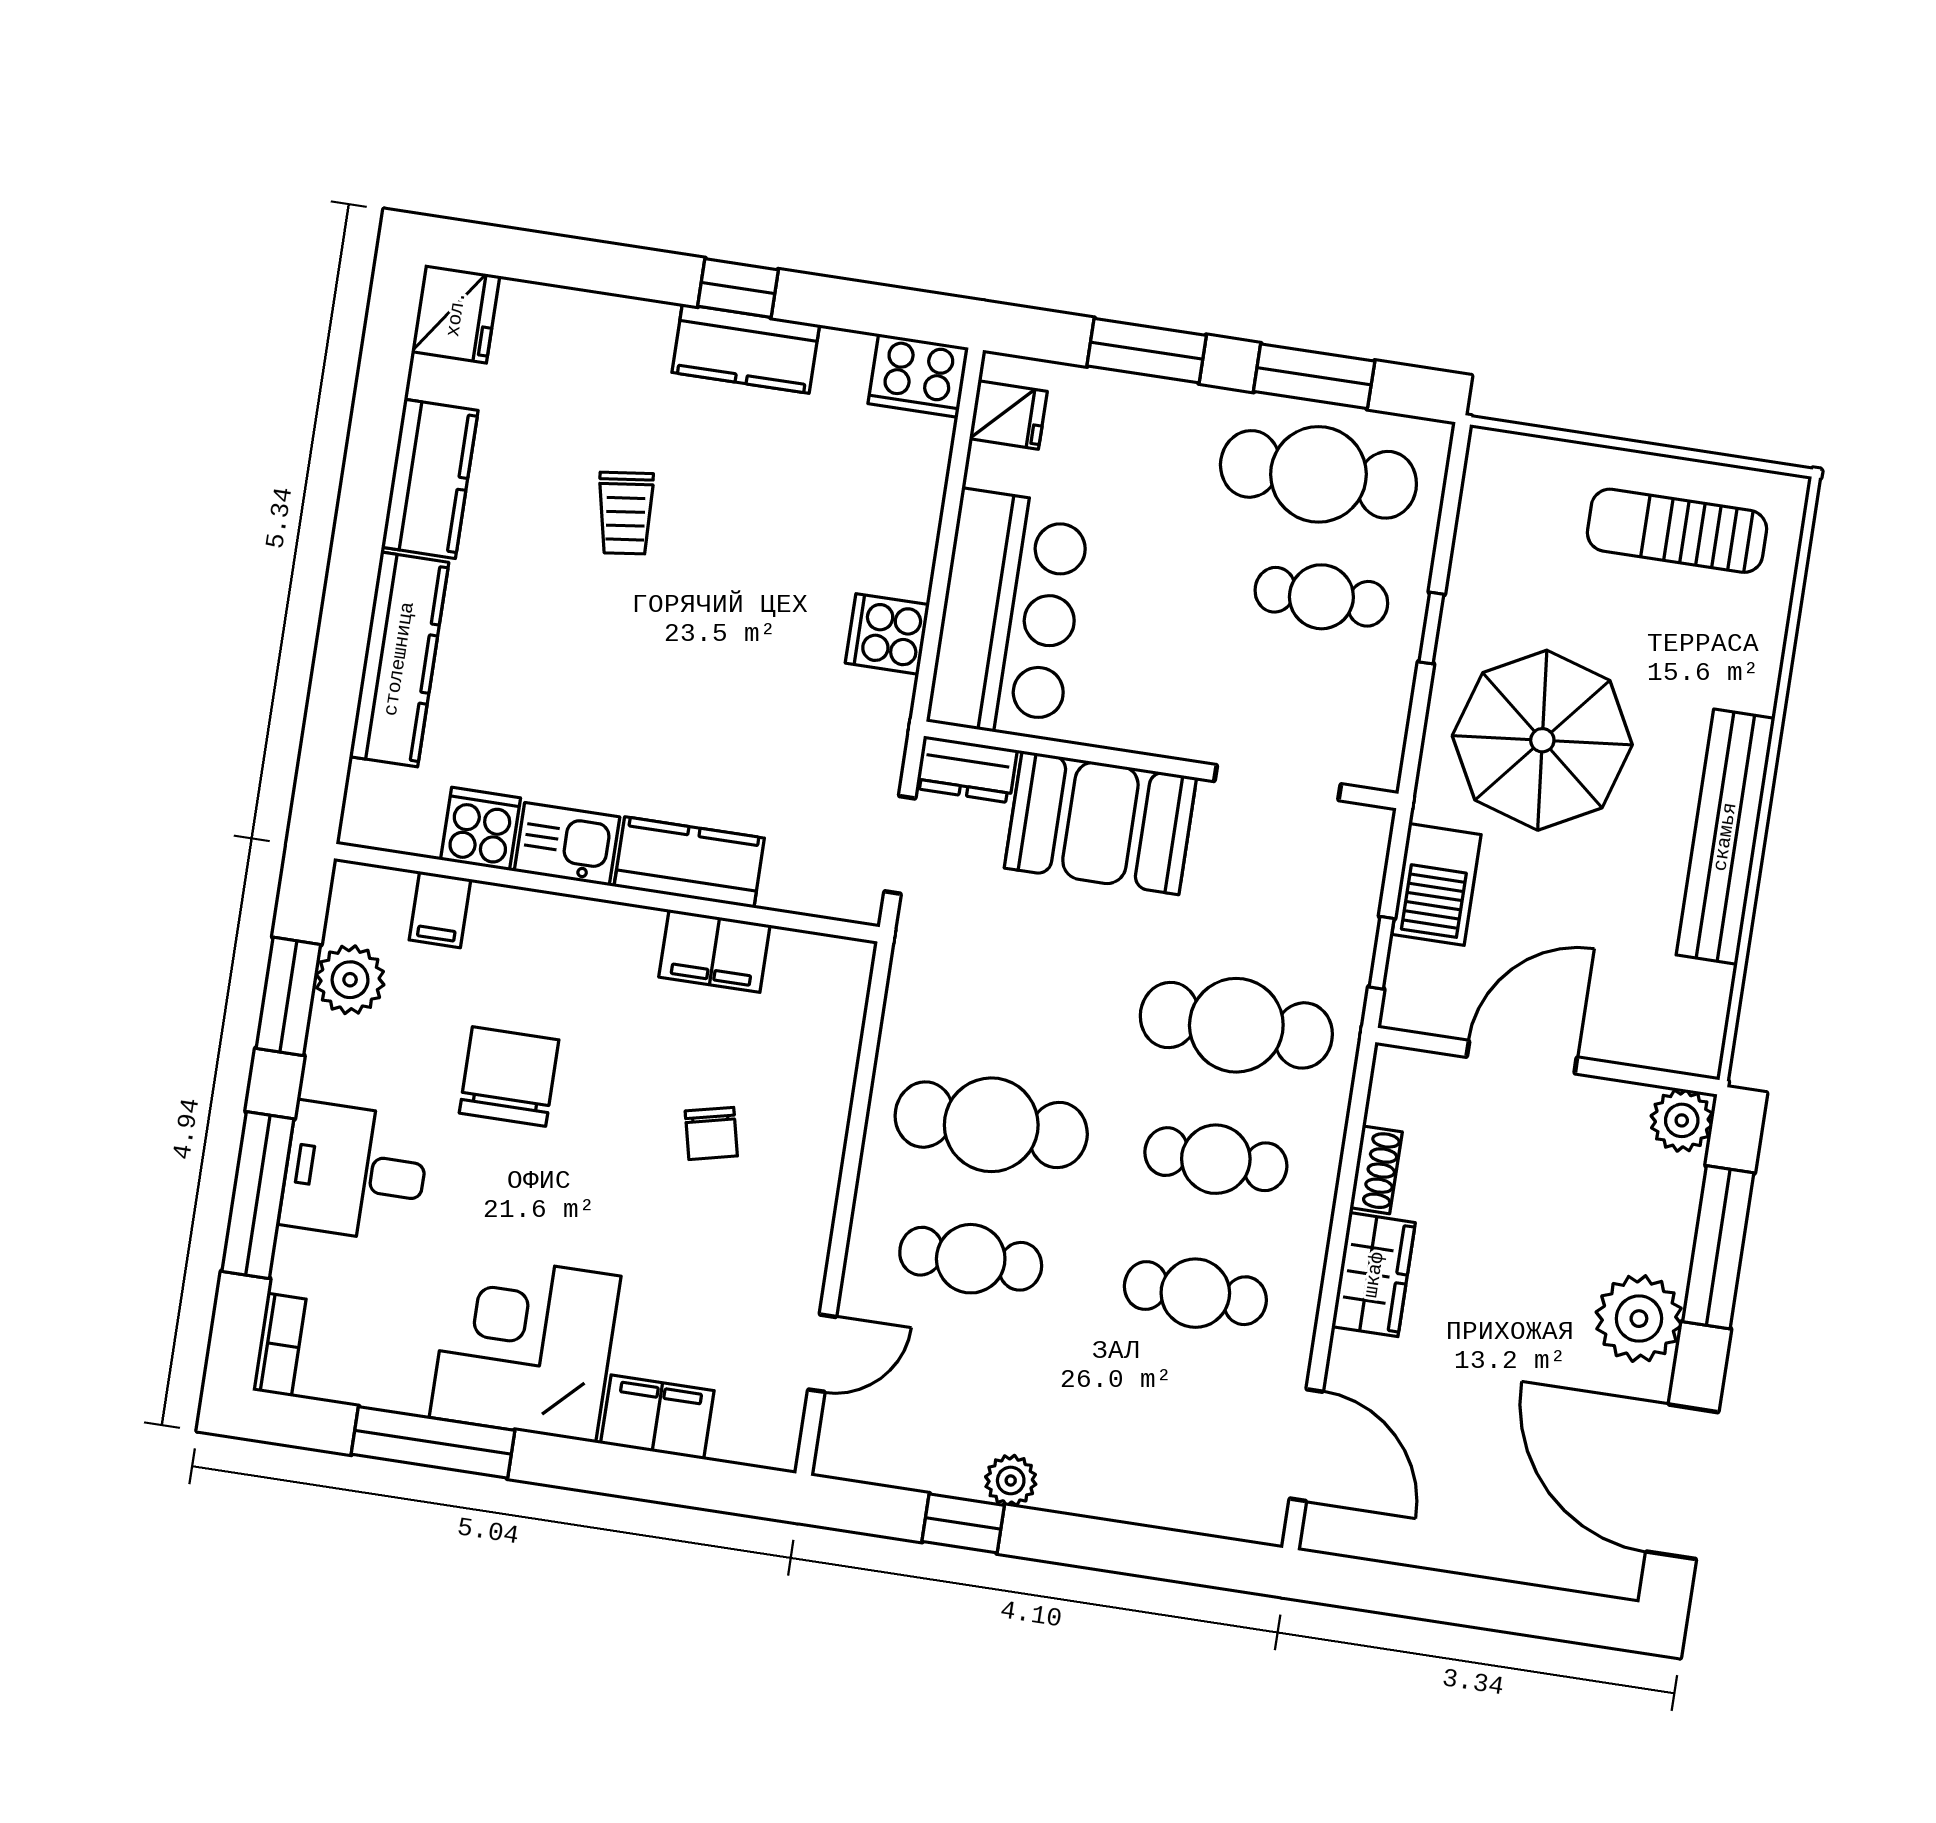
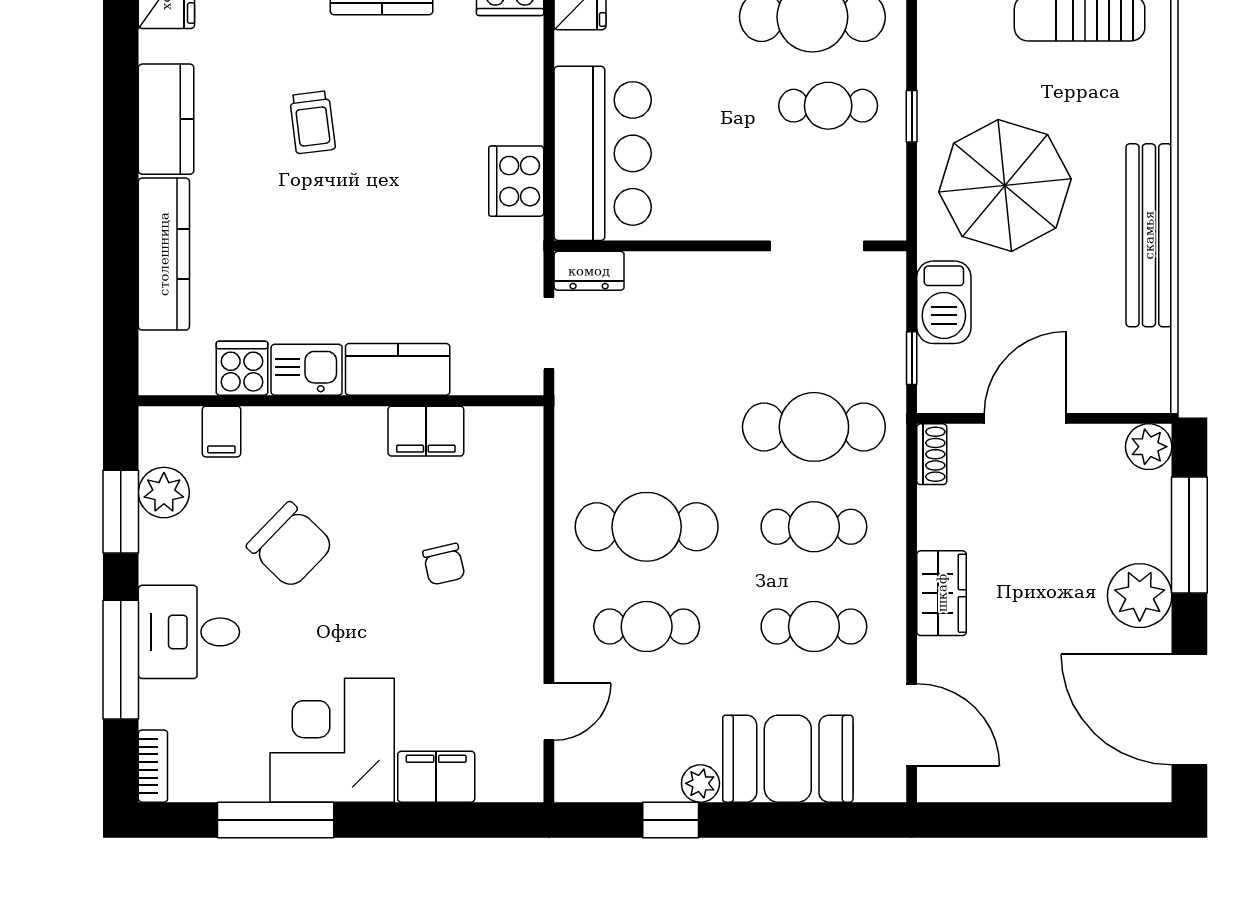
cooker: (887, 634) -> (516, 181), width x1.36
booth: (1100, 823) -> (788, 759), moved
chair: (509, 1076) -> (290, 545), turned 134
shoe rack: (1376, 1170) -> (932, 454), moved

